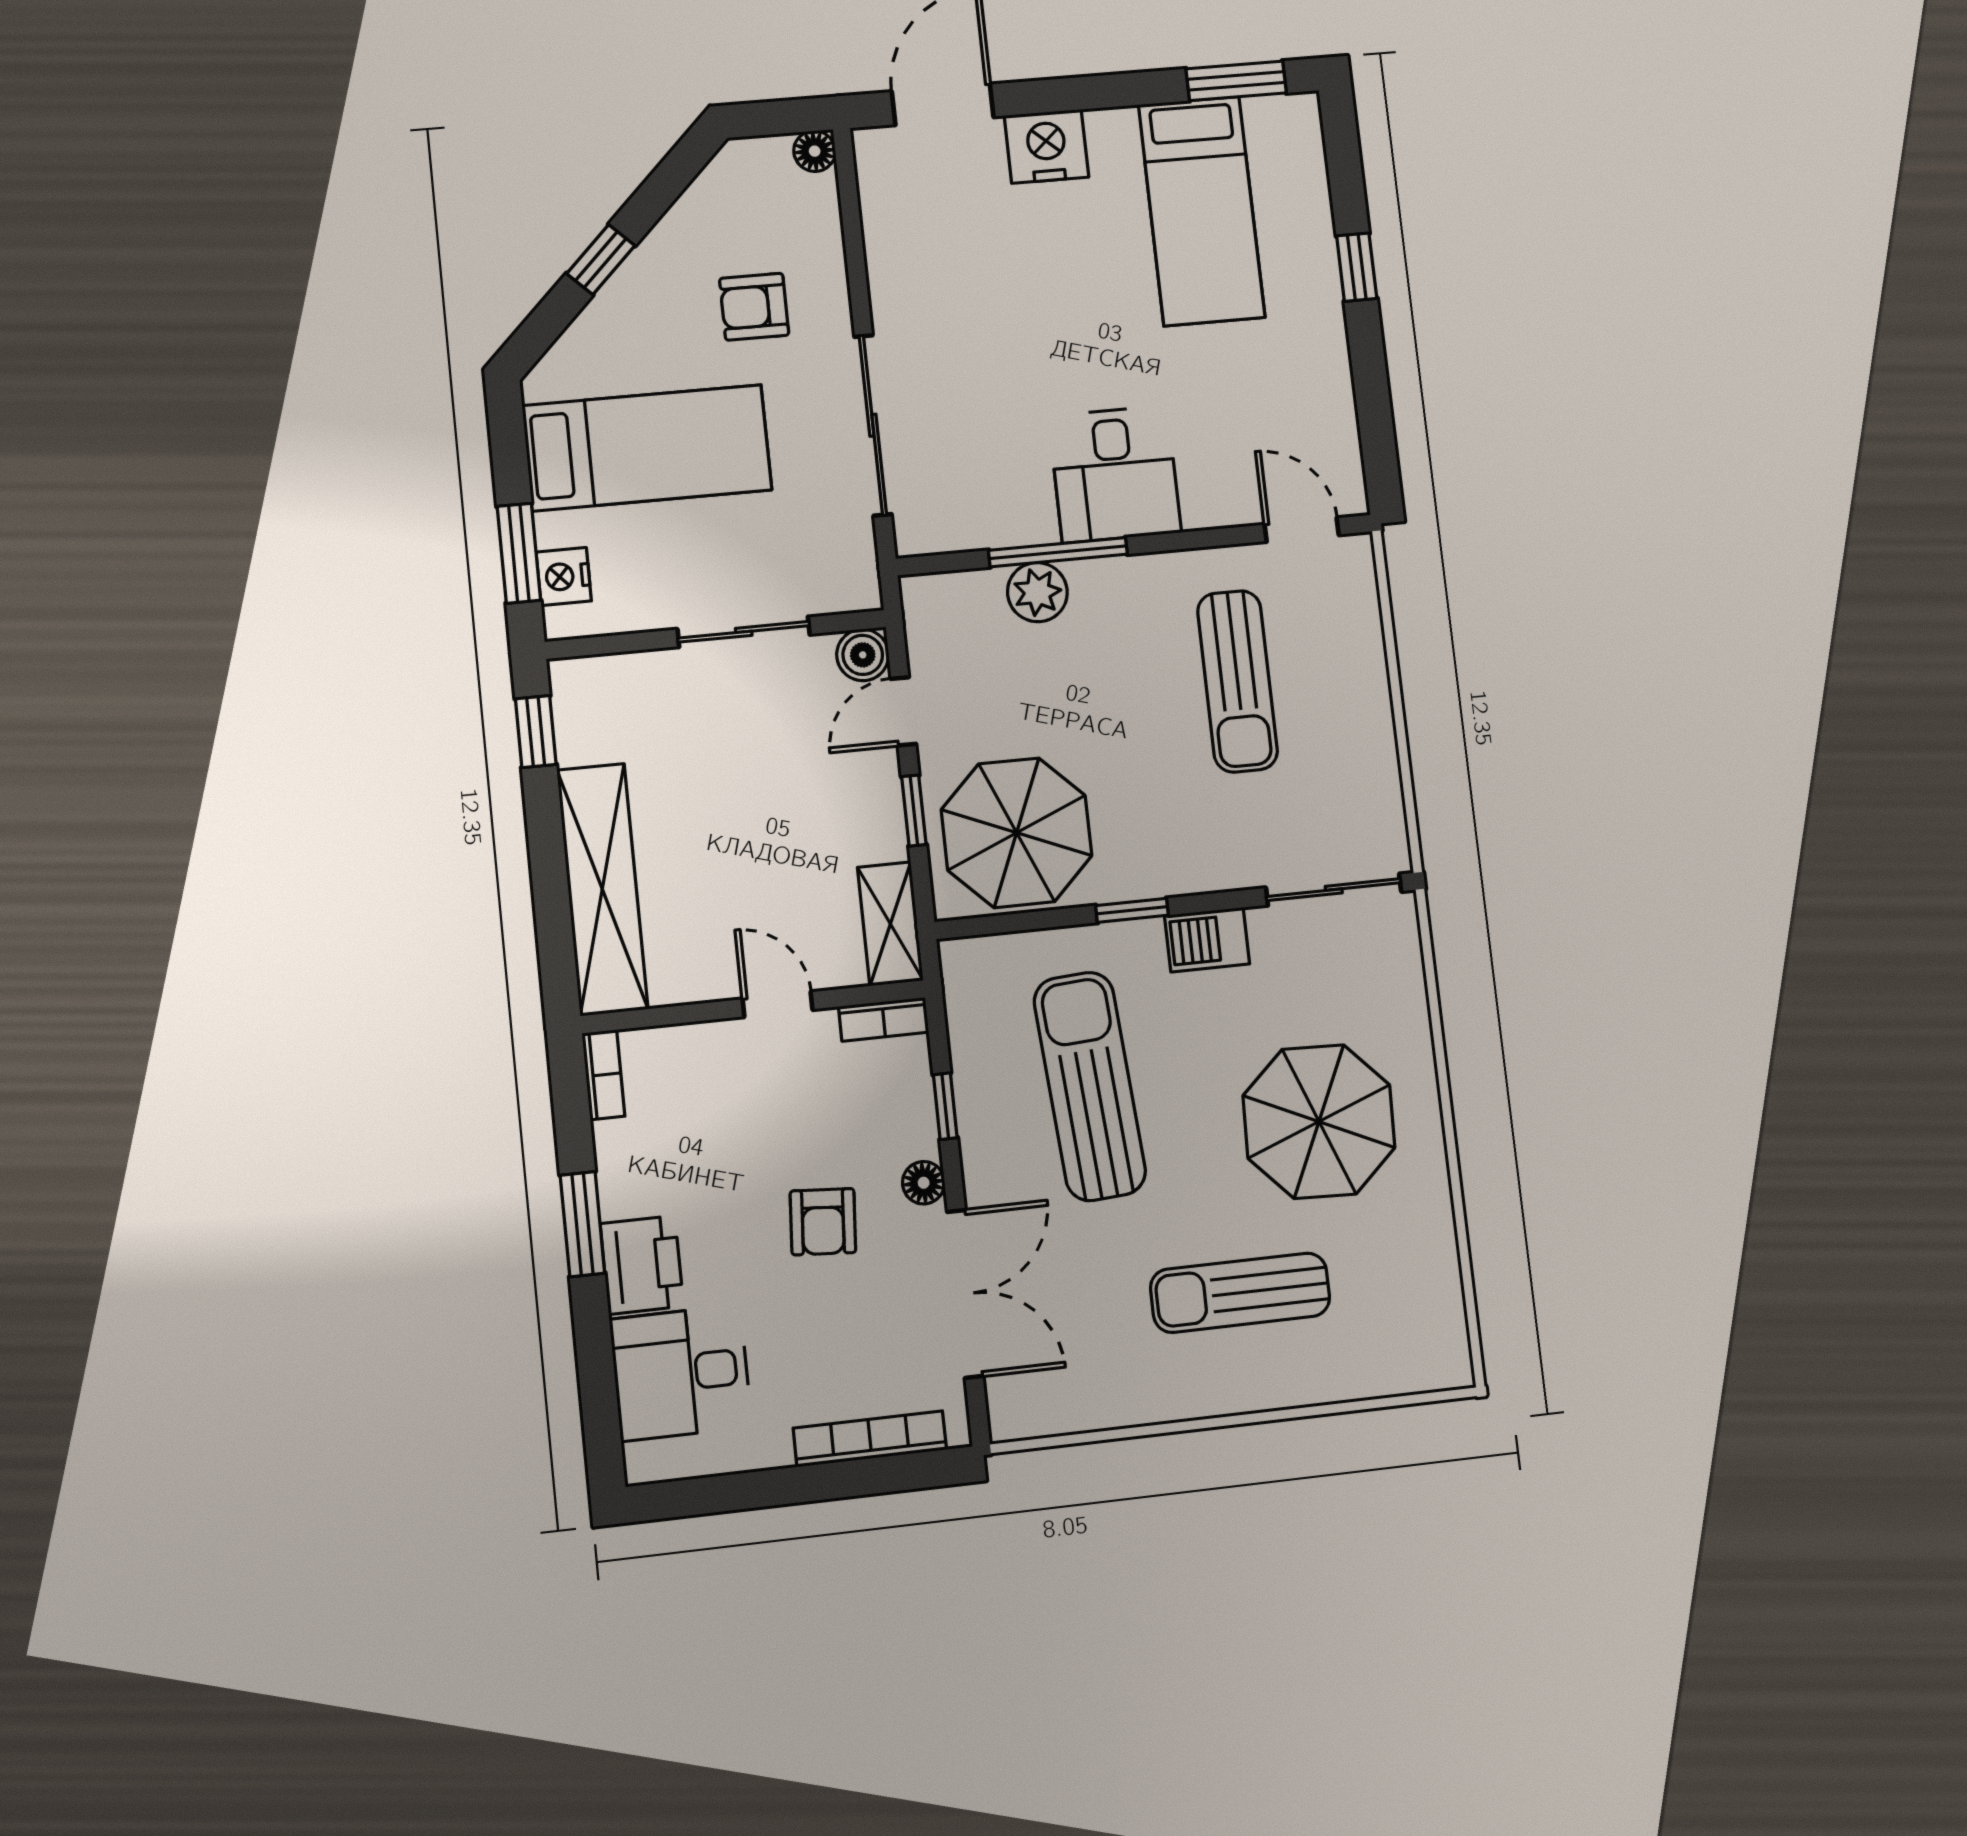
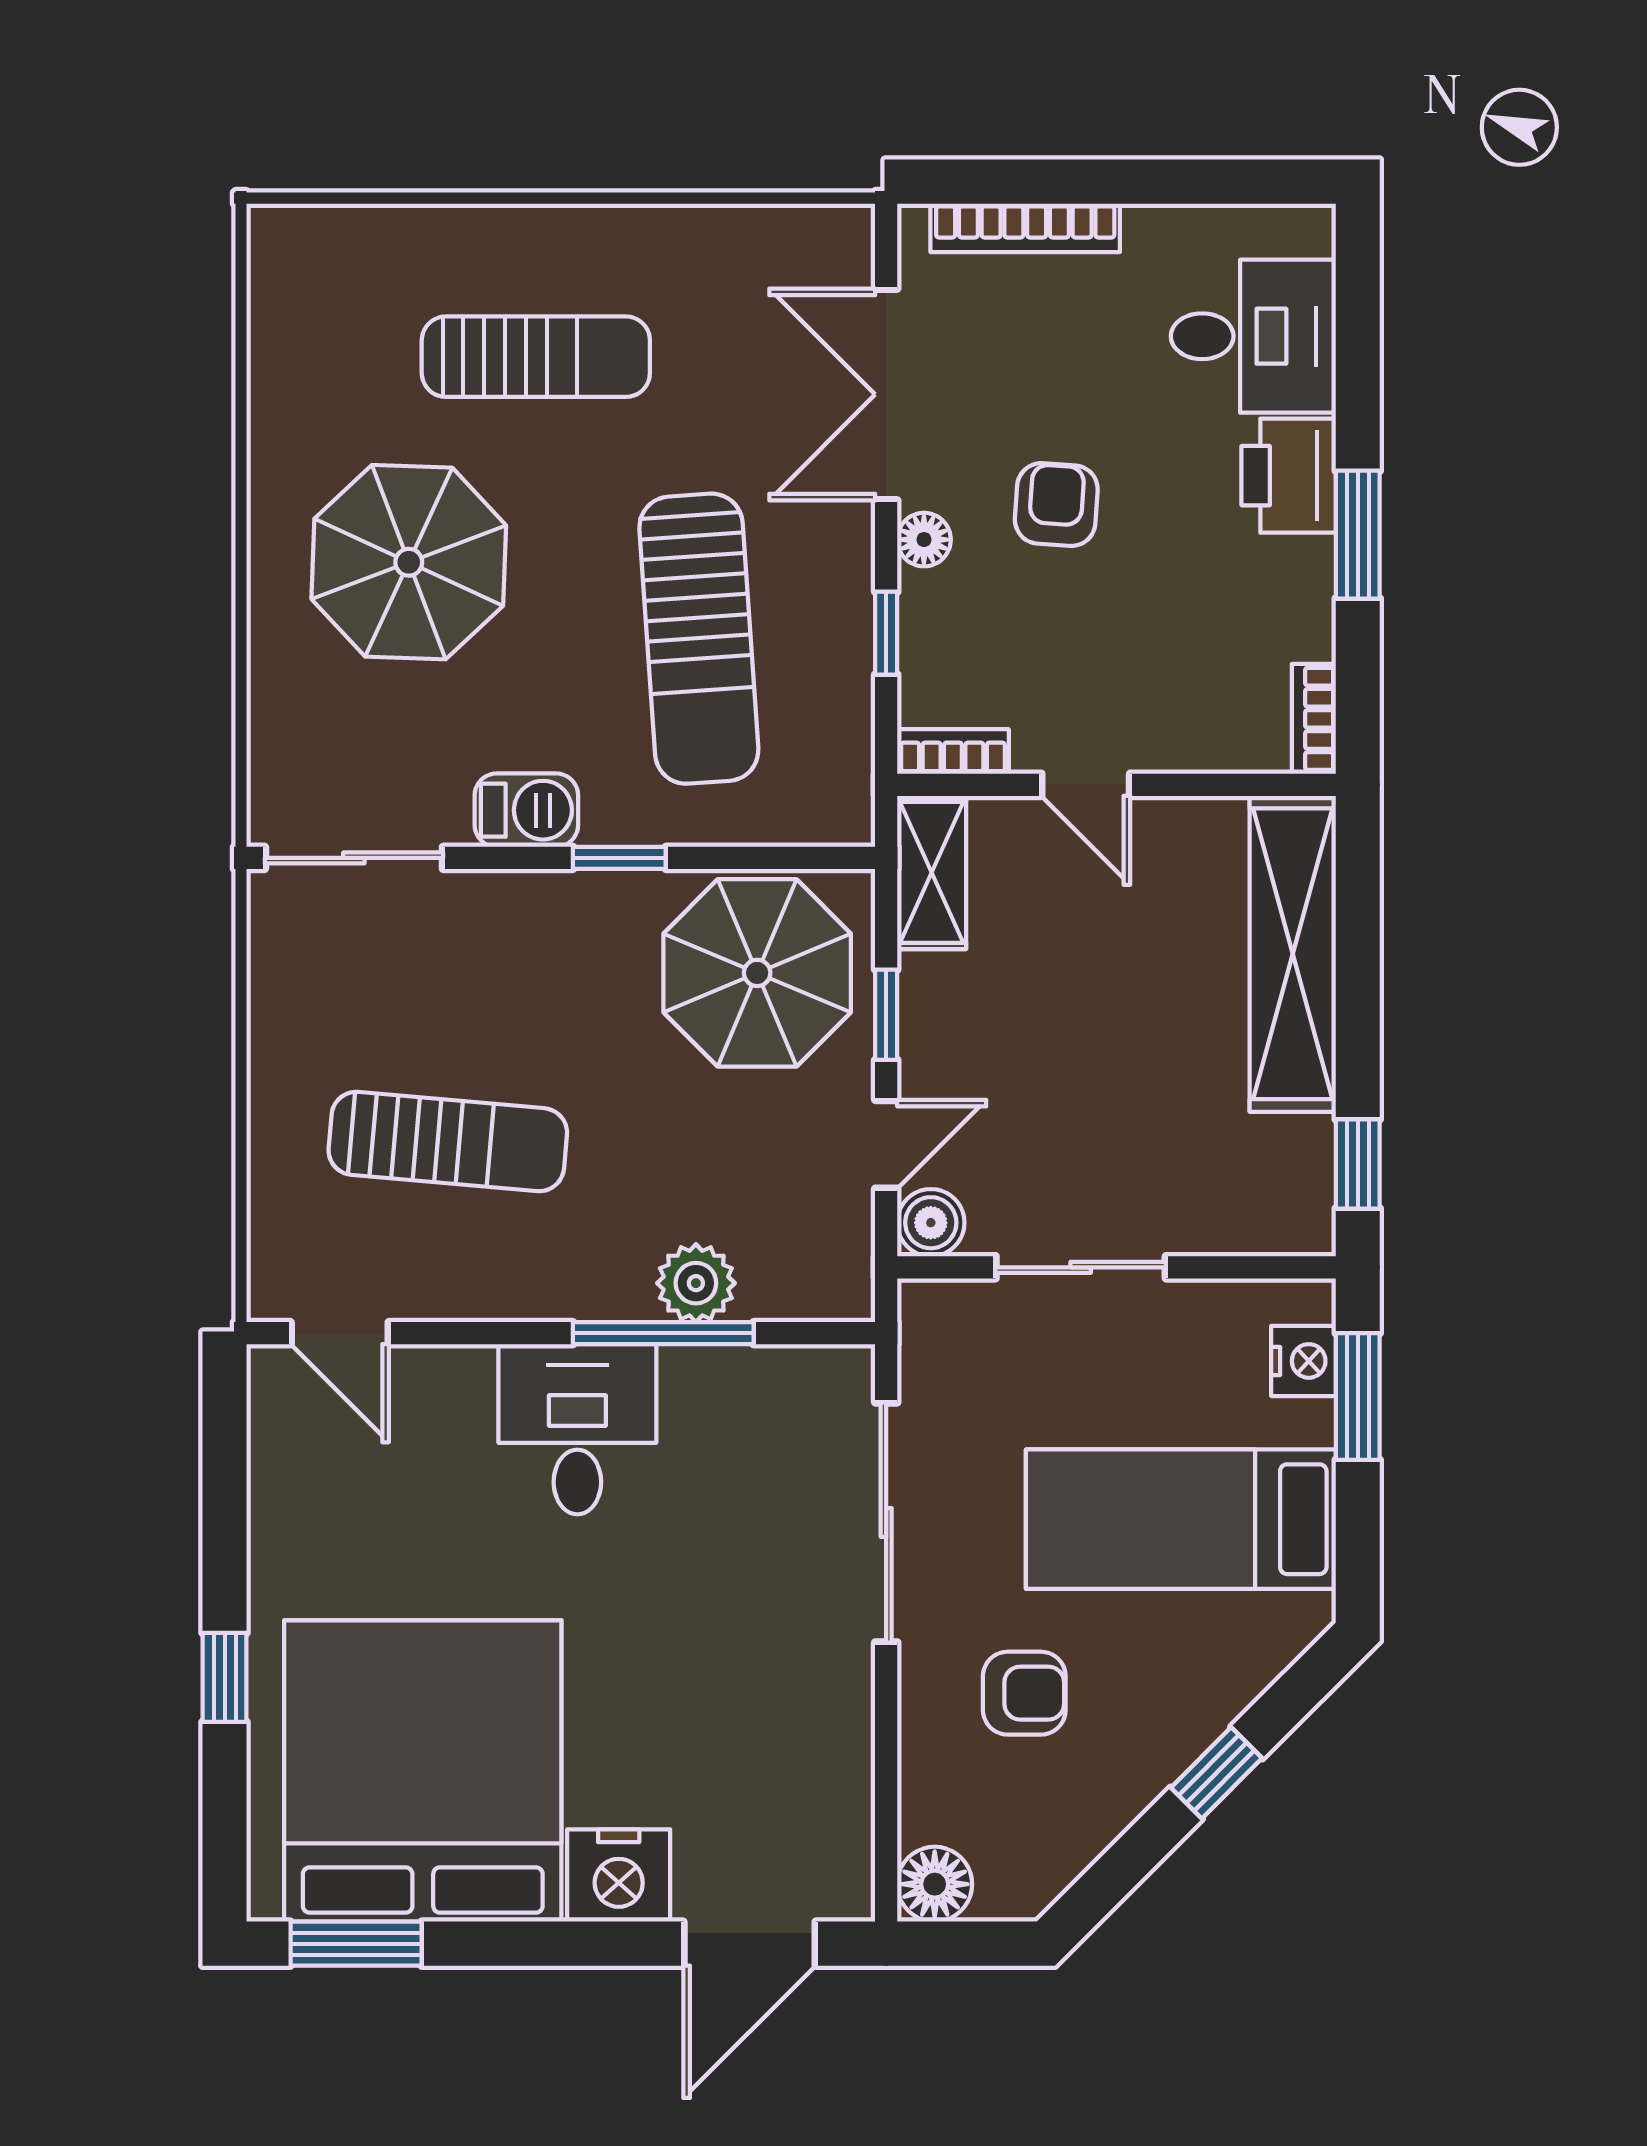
floor lamp: (815, 151) -> (935, 1884), width x1.37, depth x1.37
bed: (1202, 211) -> (423, 1771), width x2.04
sun lounger: (1237, 681) -> (448, 1142), turned 95

